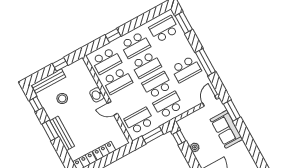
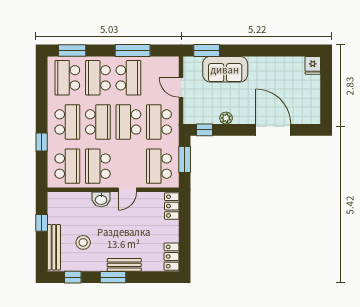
school desk: (175, 49) -> (98, 78), added
school desk: (117, 81) -> (98, 166), turned 180
door: (209, 101) -> (181, 88), moved
bench: (62, 133) -> (124, 265), width x0.73
locker: (104, 151) -> (172, 206), moved

